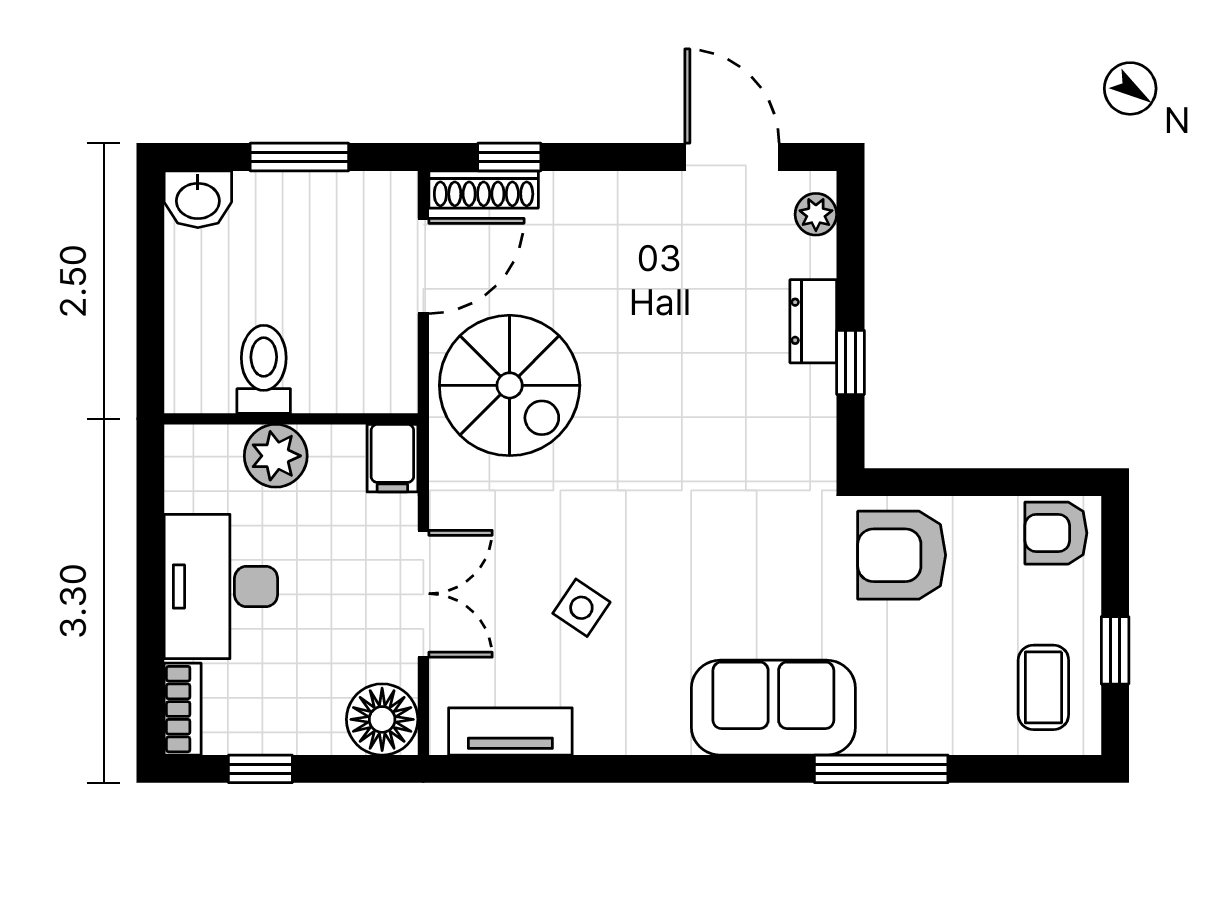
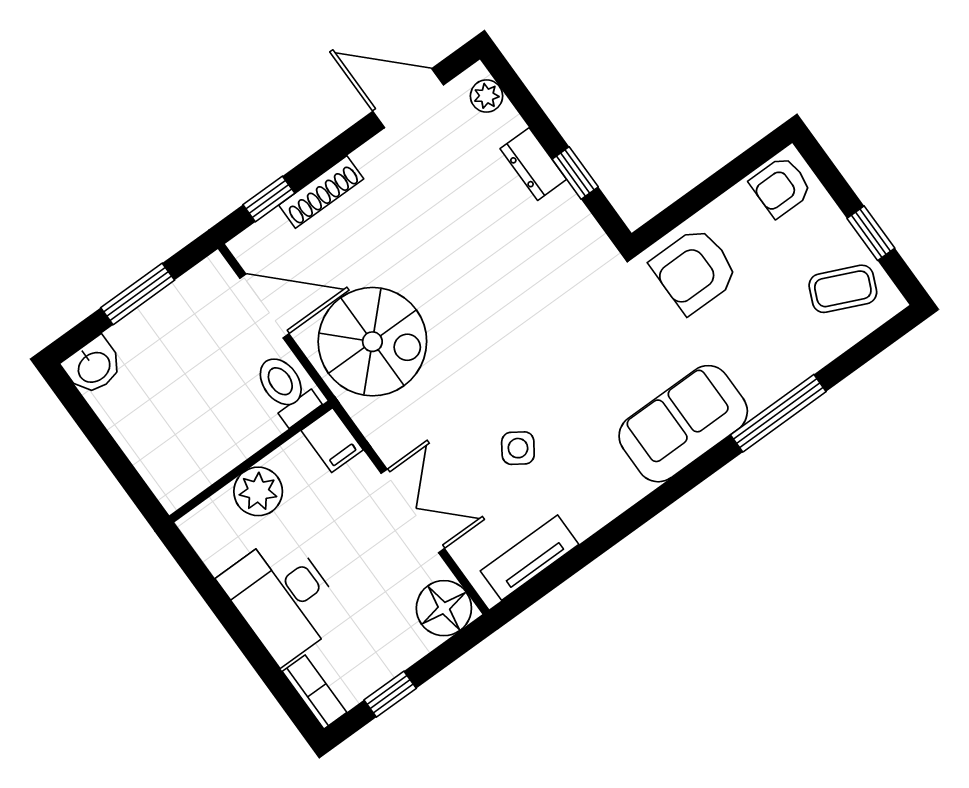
shoe rack: (484, 189) -> (321, 192), moved
door: (423, 266) -> (264, 306), hinge flipped
toilet: (264, 369) -> (286, 389), moved
coffee table: (1043, 687) -> (843, 289), turned -66

